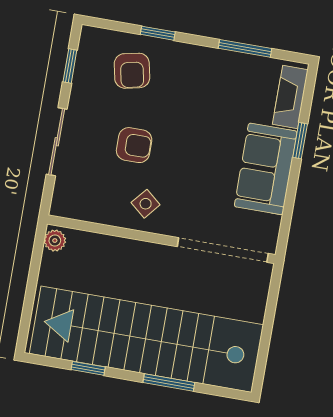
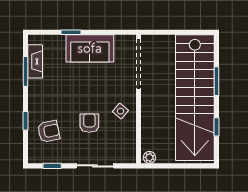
fireplace: (290, 97) -> (35, 61), moved, turned -90

